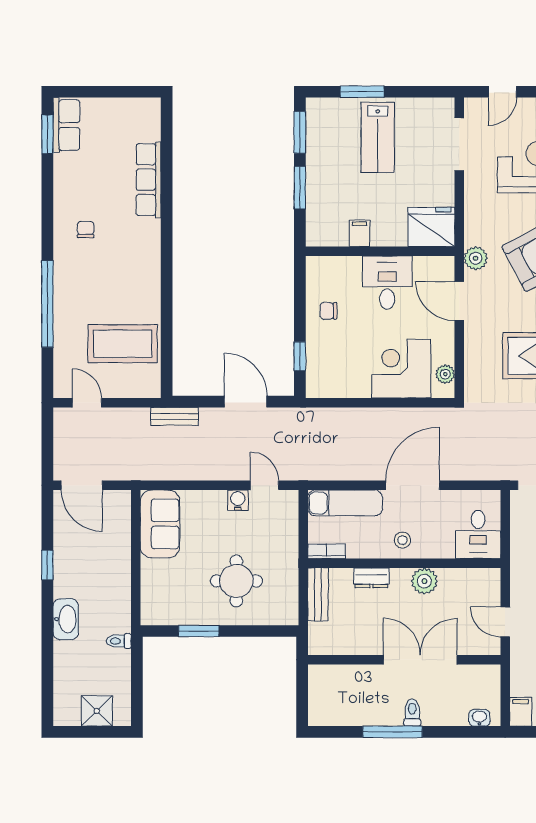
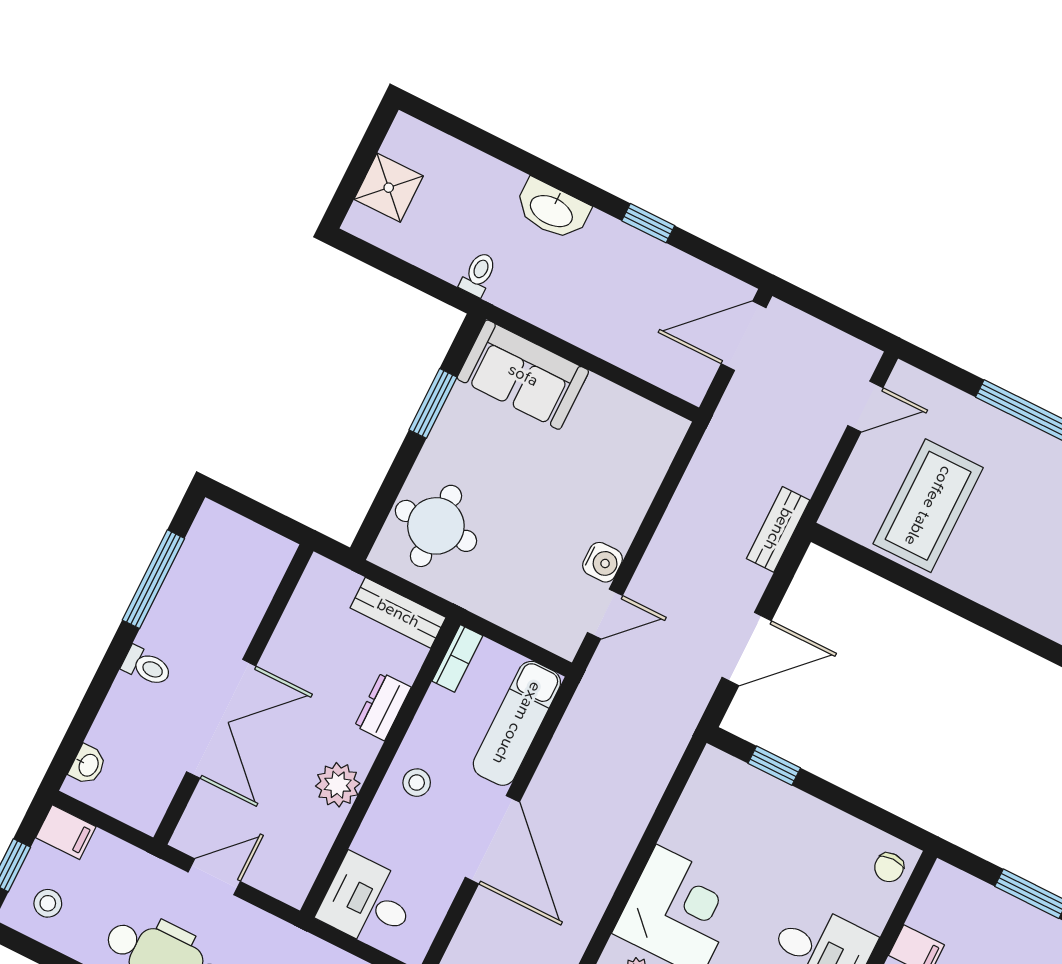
chair: (328, 311) -> (889, 867), moved, turned 180
sofa: (160, 524) -> (523, 375), moved
round table: (236, 581) -> (436, 526), moved
window: (393, 732) -> (153, 579), moved

